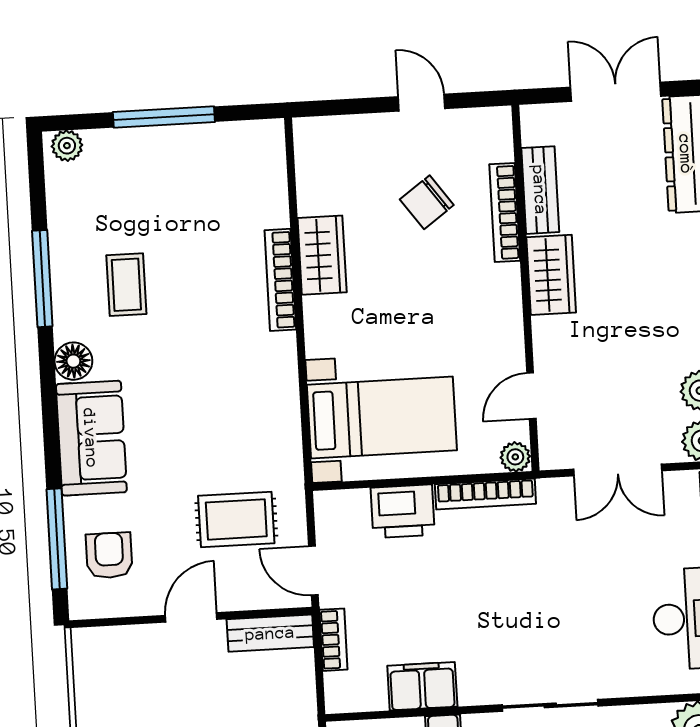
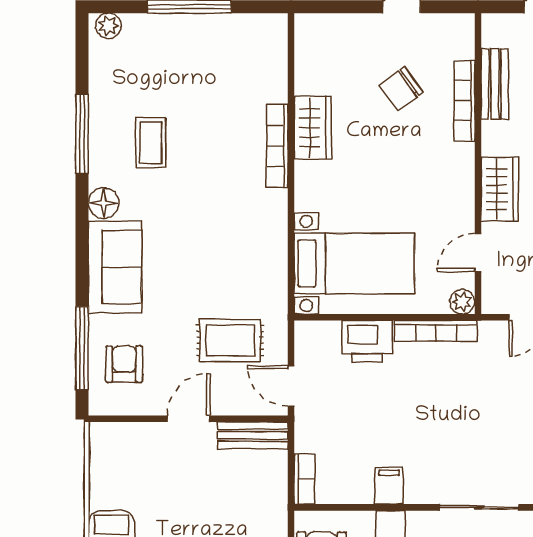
wardrobe: (551, 275) -> (500, 189), moved
bookcase: (333, 640) -> (304, 479), moved
filing cabinet: (422, 686) -> (389, 486), width x0.50

